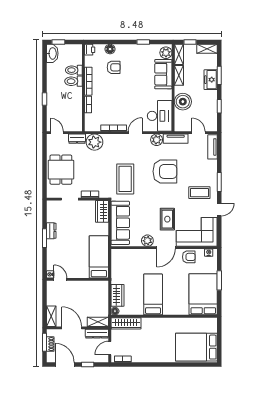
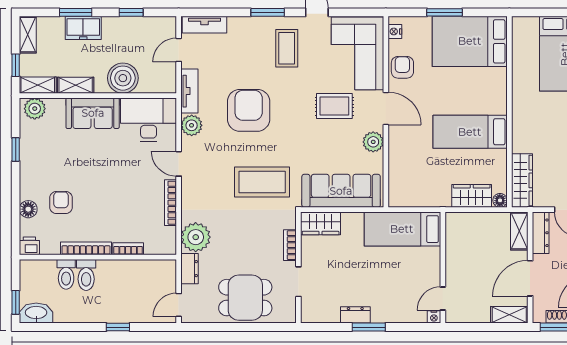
sofa: (163, 74) -> (93, 113), moved

